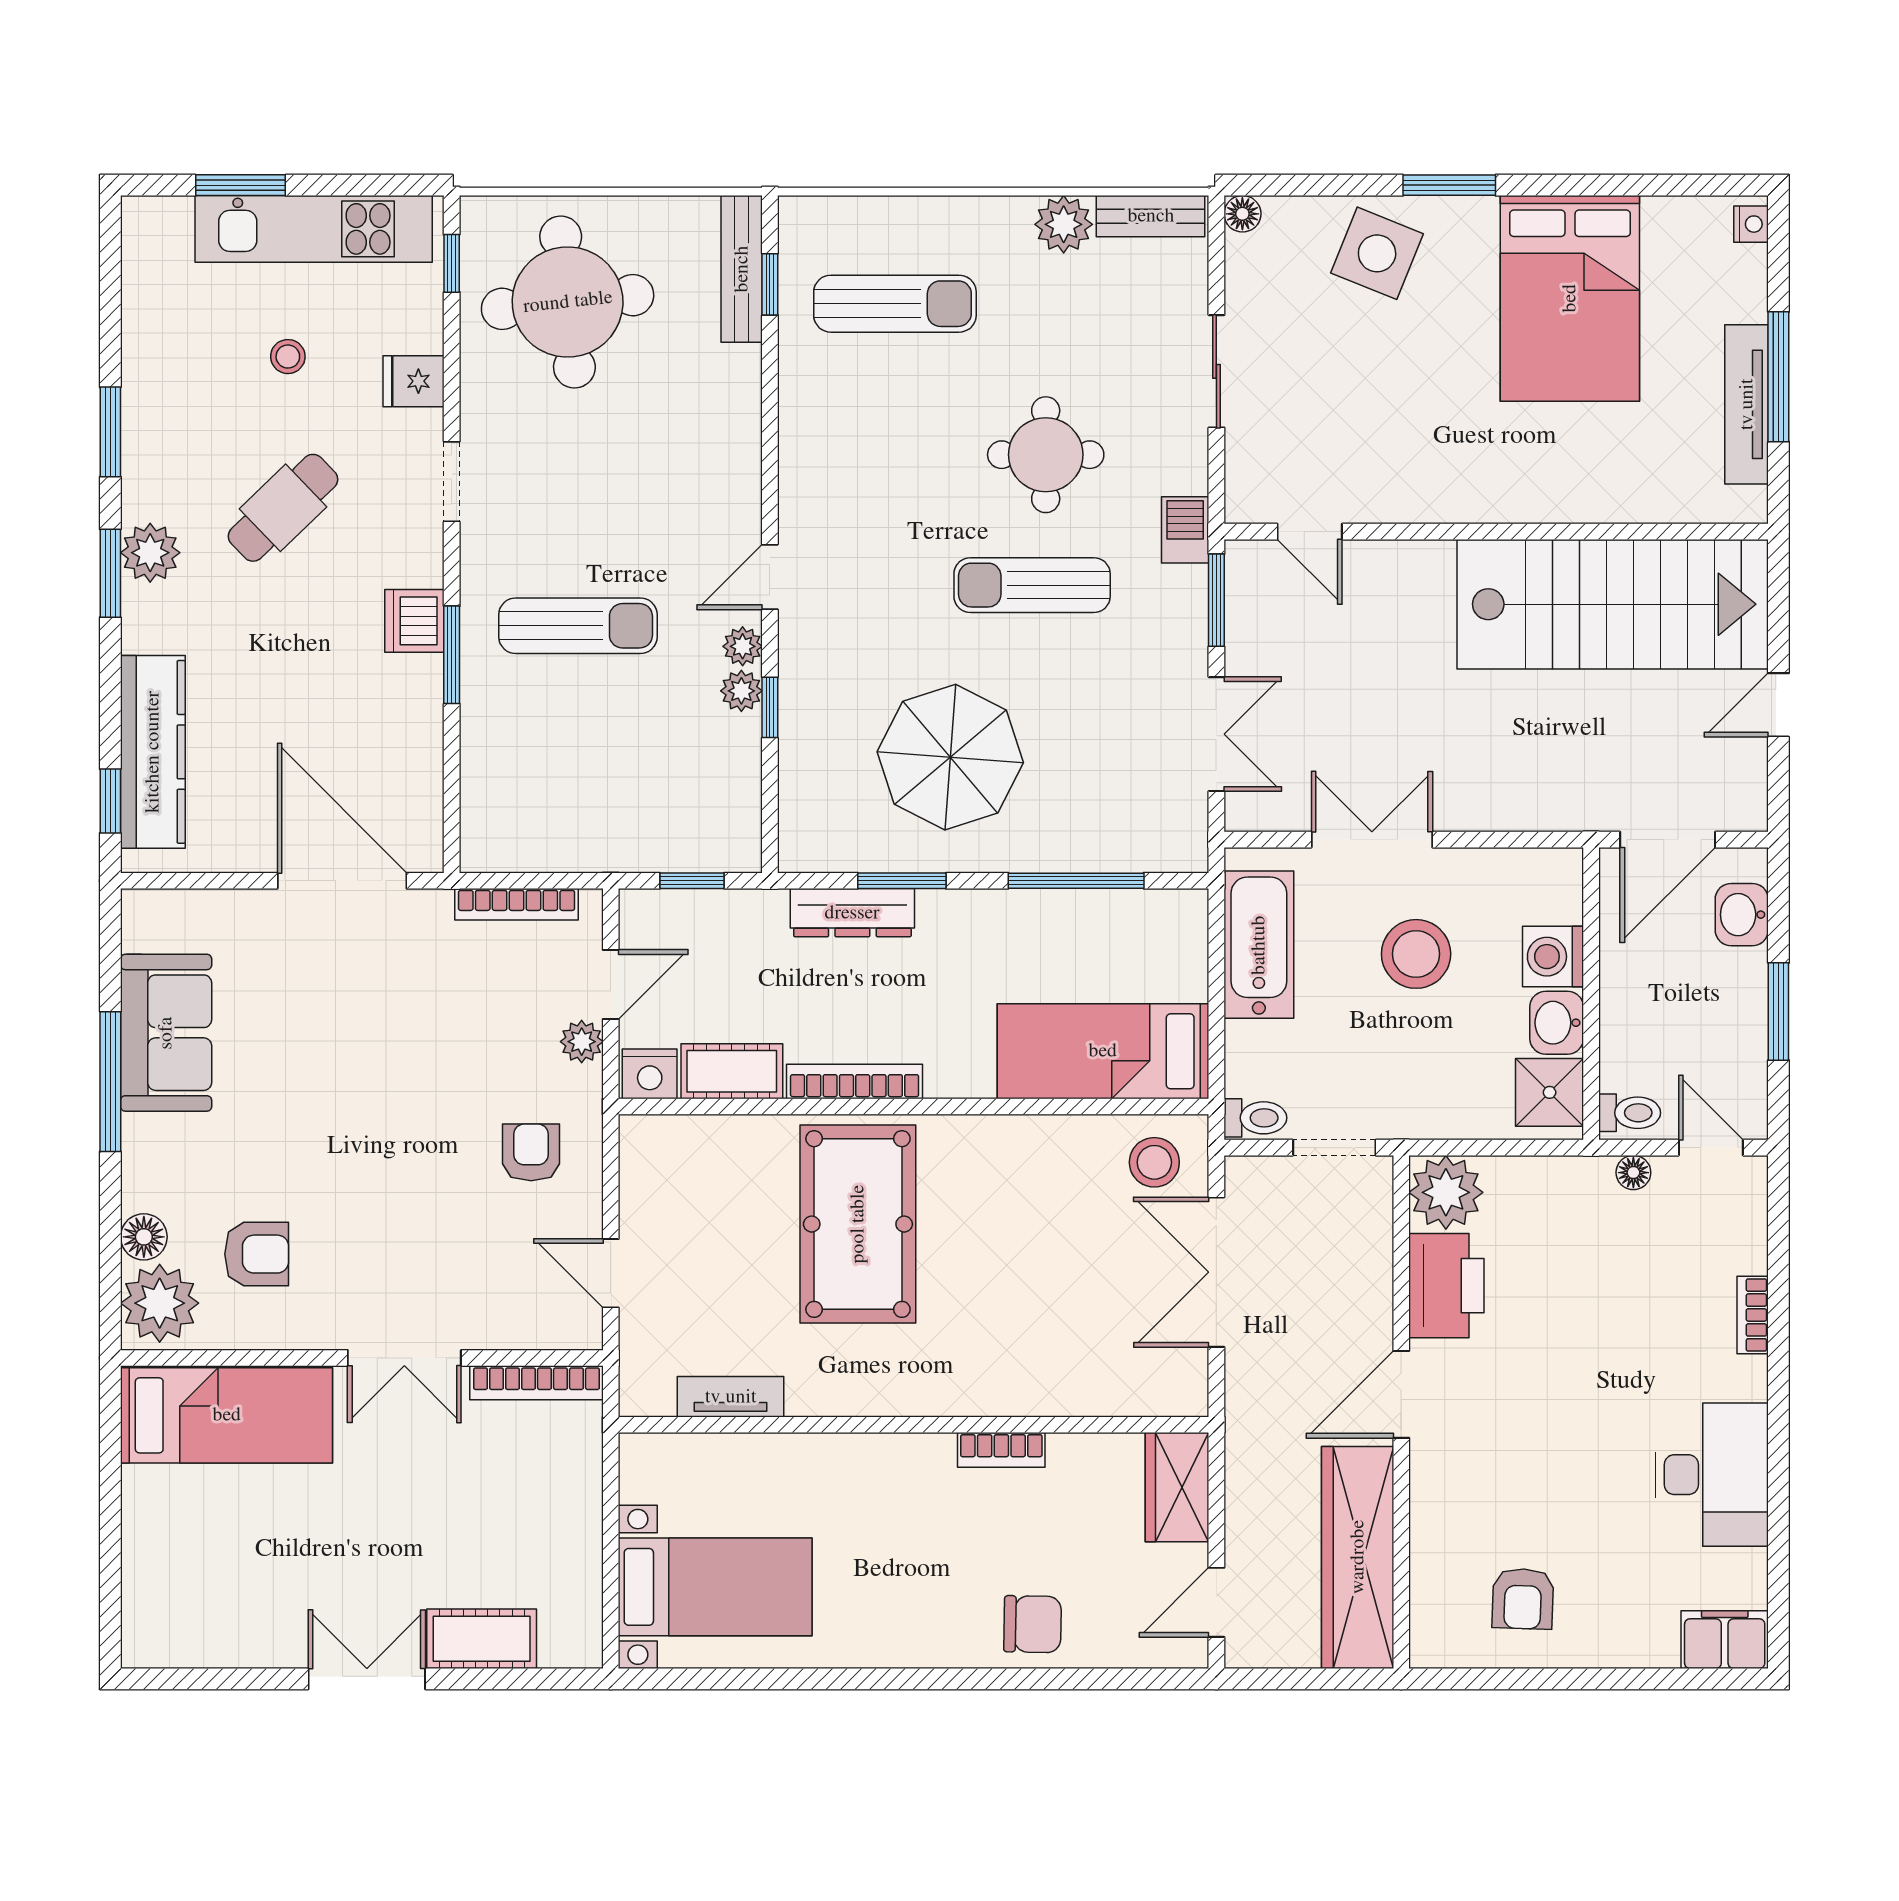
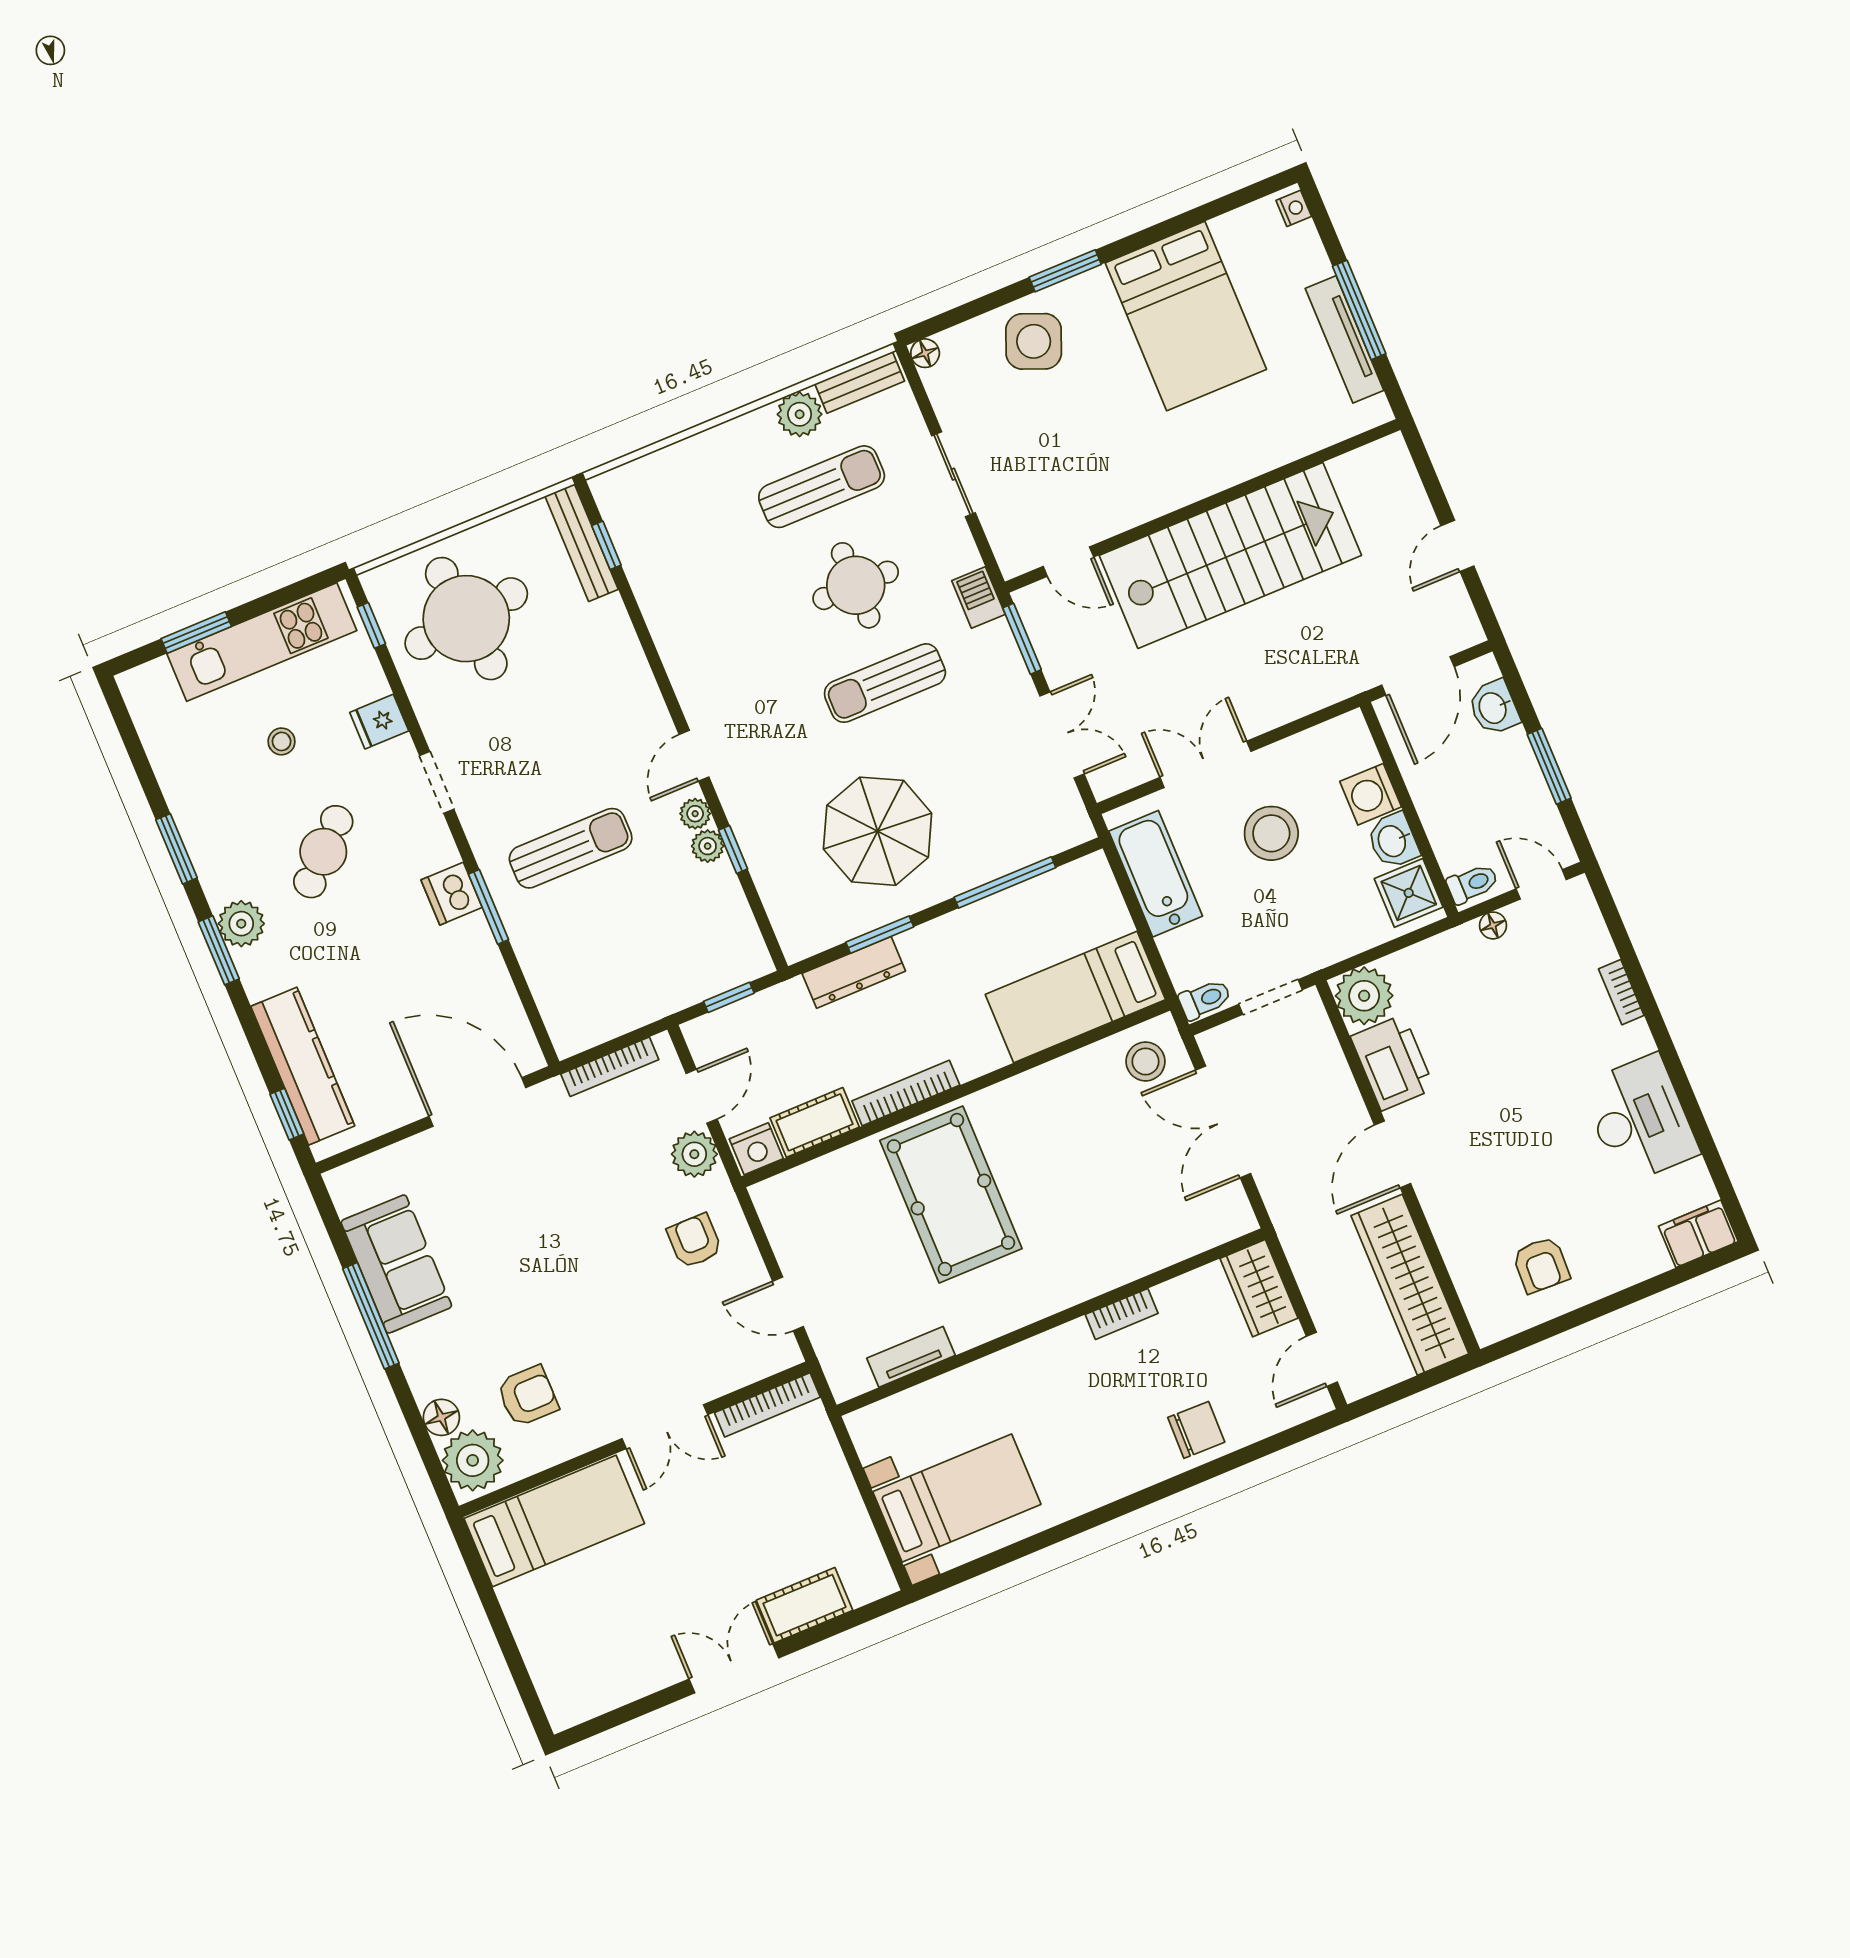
sun lounger: (895, 304) -> (822, 487), moved
stairs: (1613, 604) -> (1230, 555), moved
plant: (582, 1042) -> (694, 1154), width x1.38, depth x1.38

